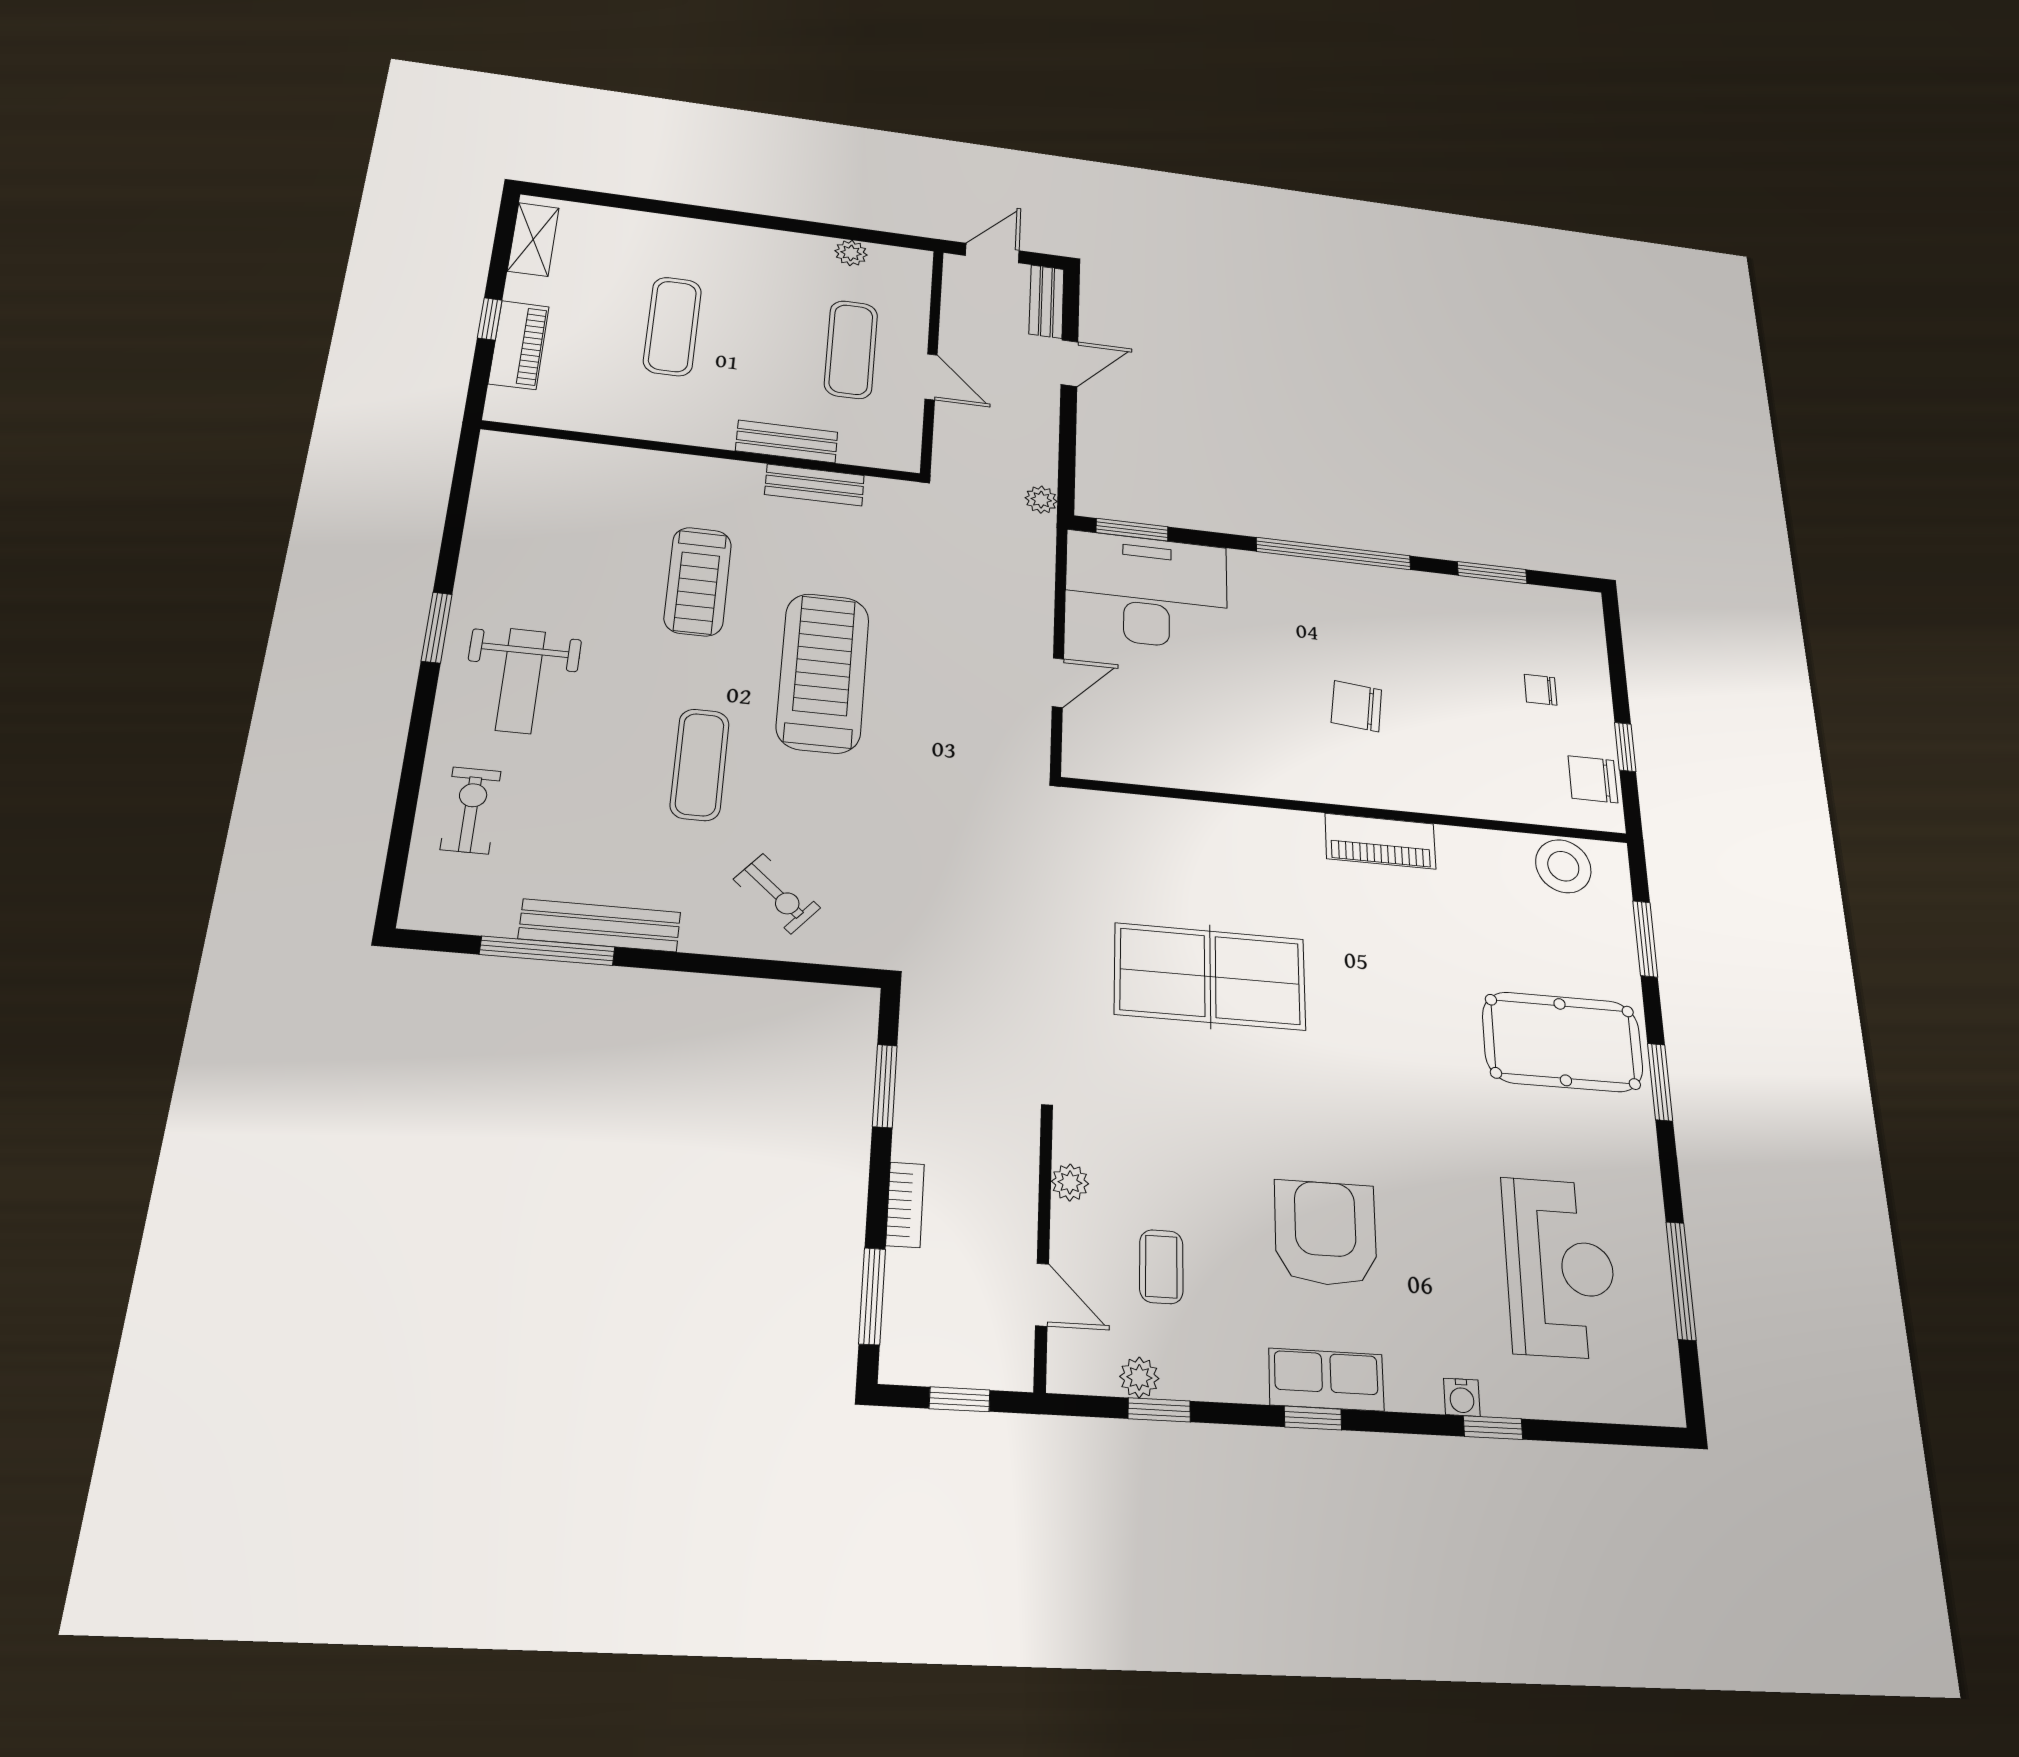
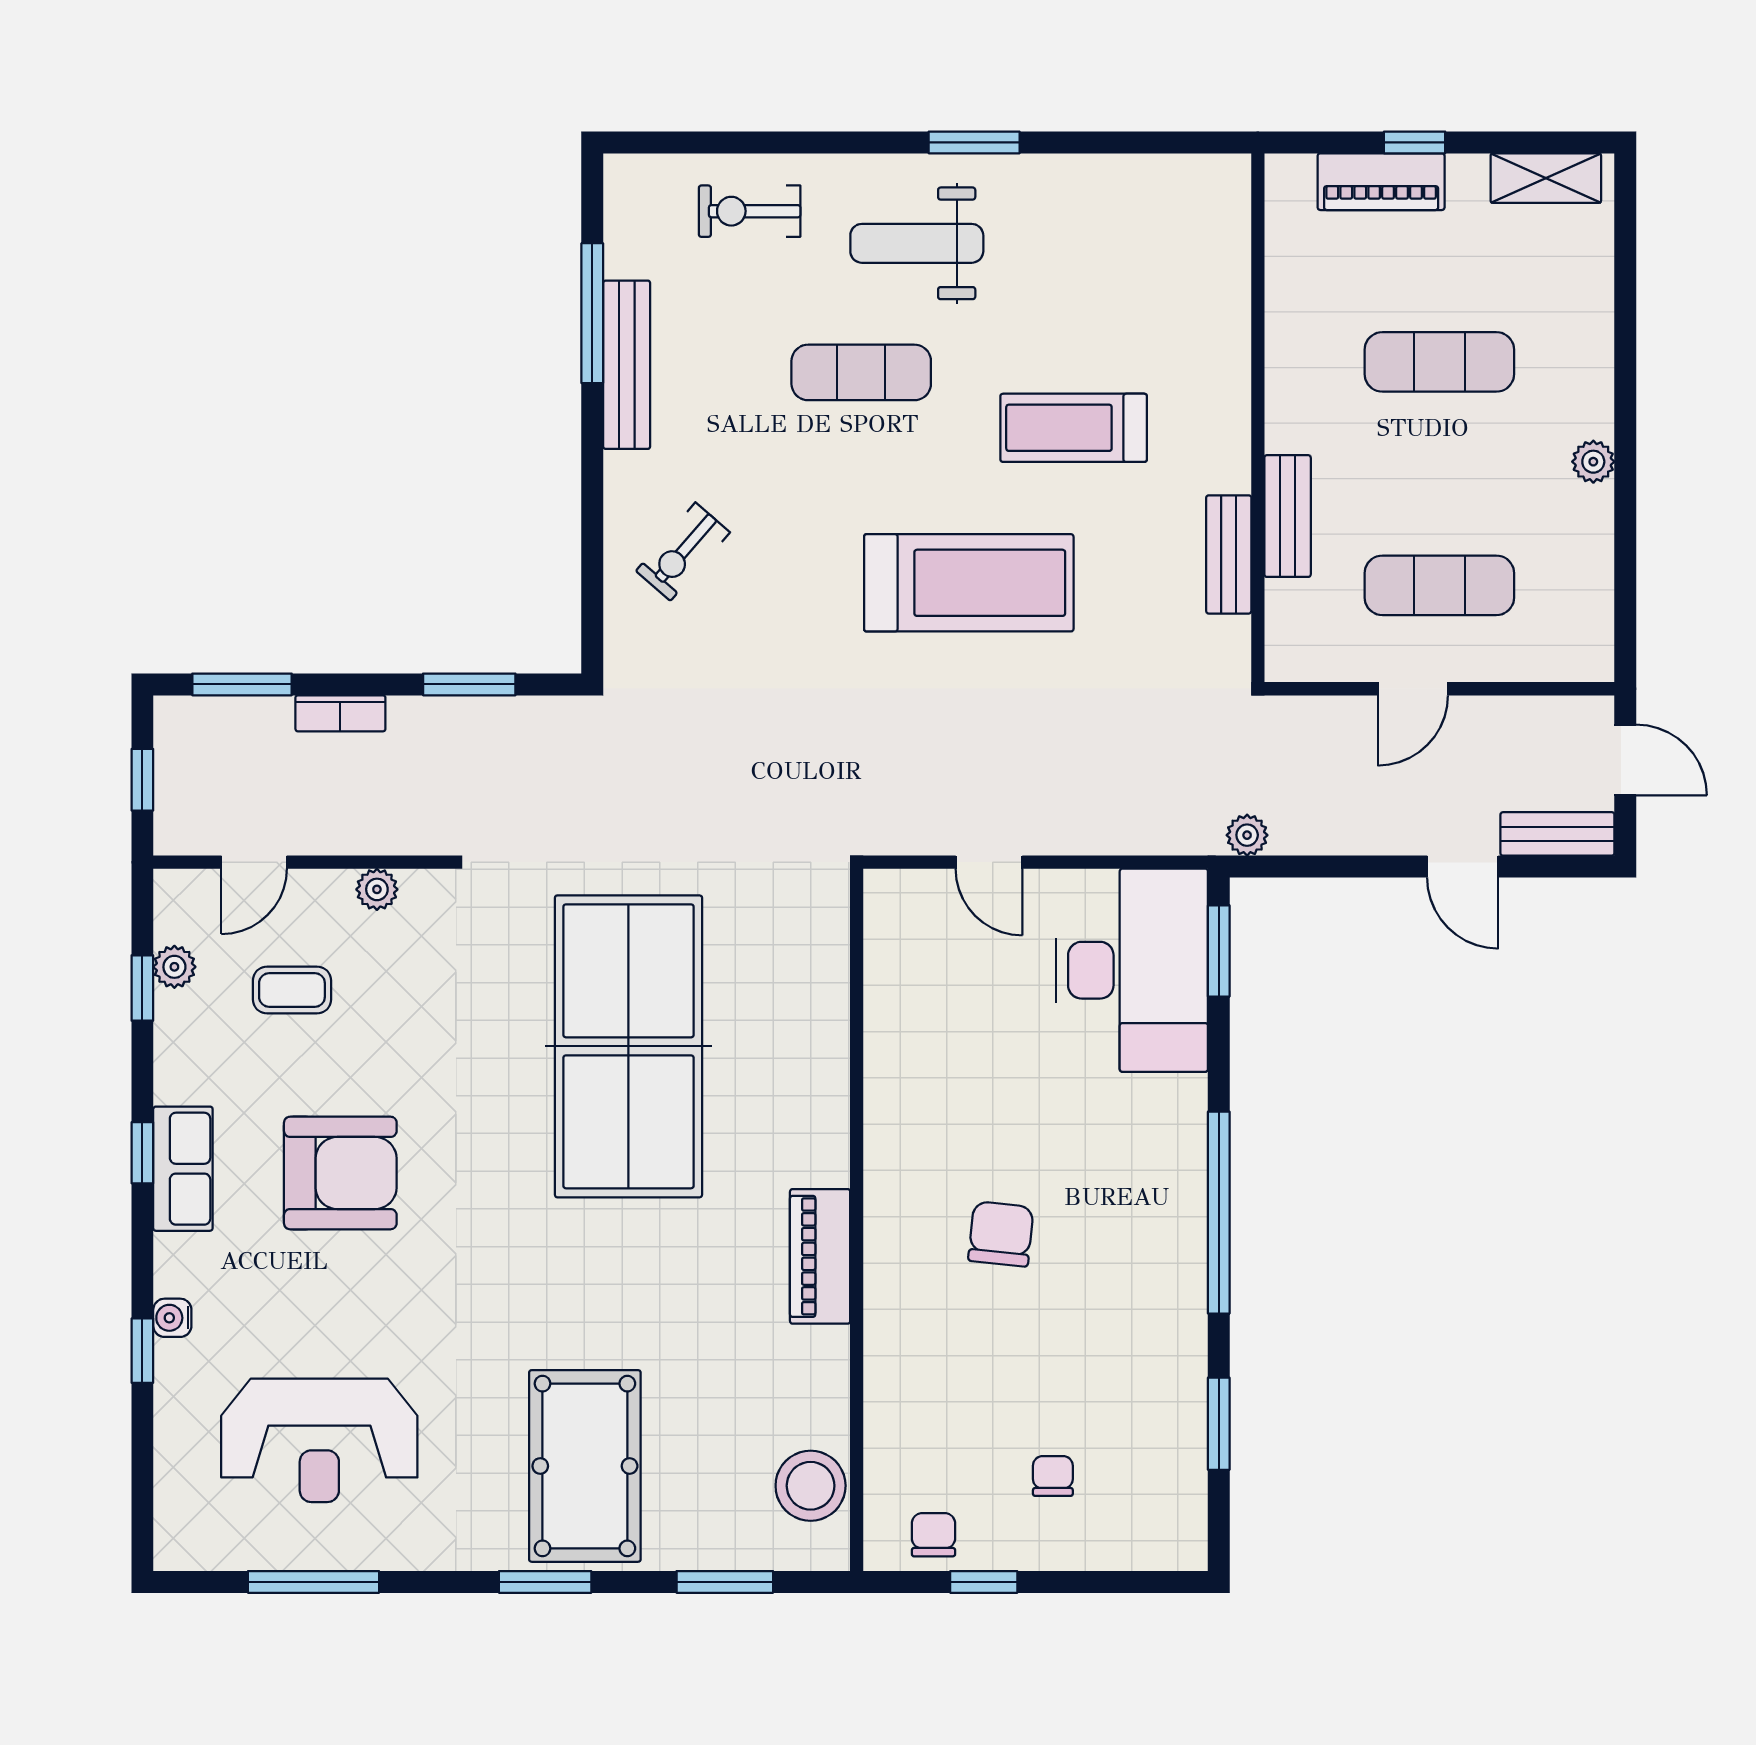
plant: (851, 253) -> (1593, 462), moved
exercise mat: (700, 764) -> (861, 372), moved
chair: (1593, 779) -> (933, 1535), width x0.73, depth x0.73
exercise bike: (471, 810) -> (750, 211), turned 180
table tennis table: (1210, 976) -> (628, 1046), width x1.36, depth x1.32

